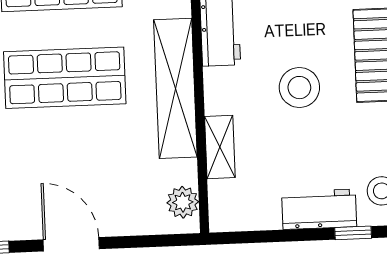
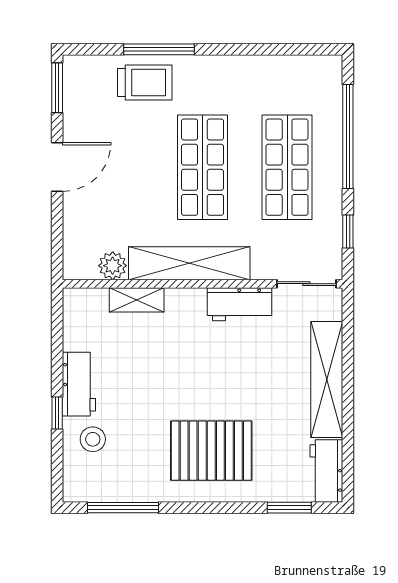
stool: (299, 88) -> (186, 371), removed
plant: (183, 202) -> (113, 266), moved

